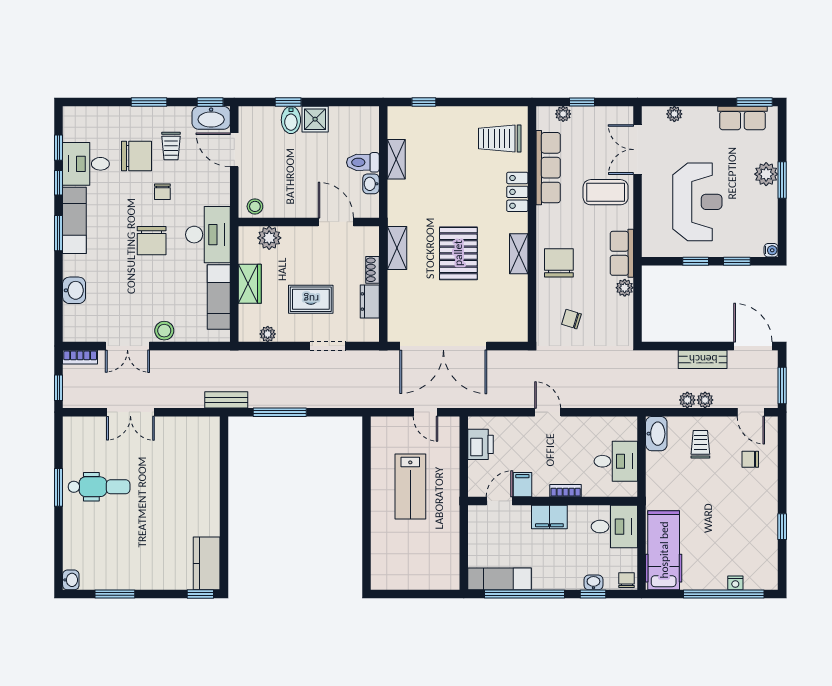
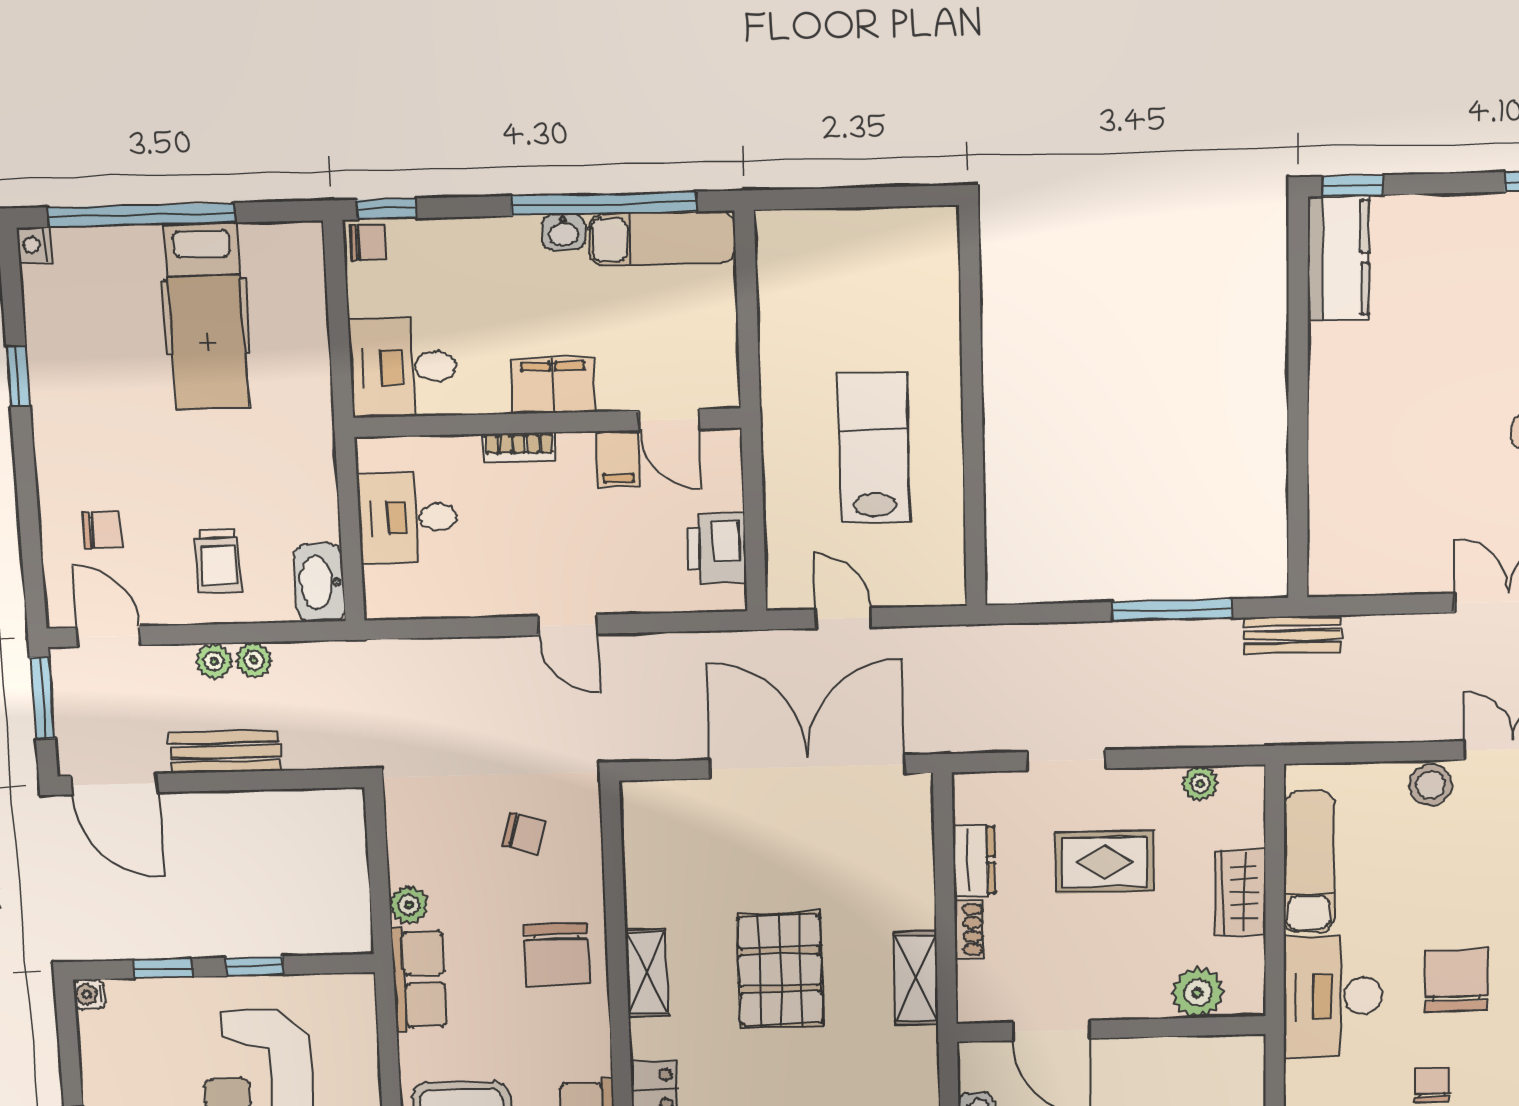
stool: (255, 206) -> (1229, 1059), removed
door: (500, 501) -> (669, 420), hinge flipped
hospital bed: (664, 550) -> (206, 317), moved
chair: (627, 580) -> (369, 242), turned -90
washbasin: (593, 582) -> (563, 232), moved
nightstand: (735, 583) -> (34, 245), moved, turned -90
window: (593, 594) -> (387, 209), moved

